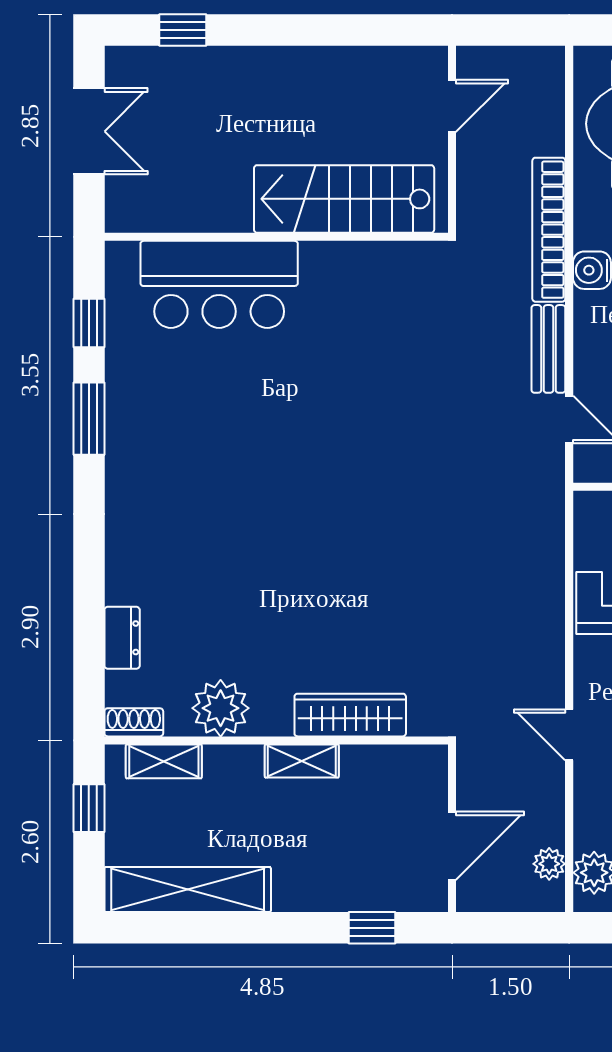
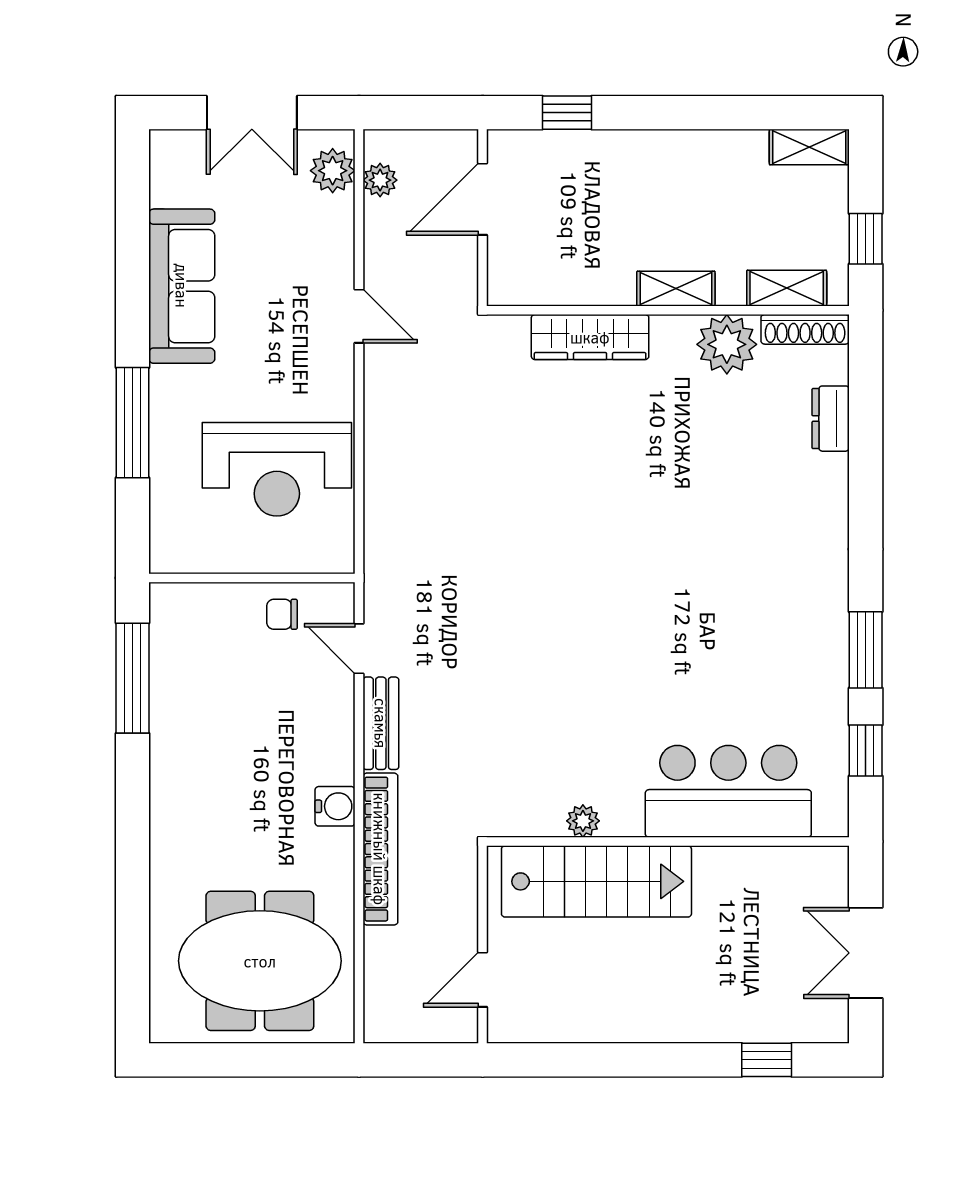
plant: (357, 256) -> (583, 821), added
shoe rack: (134, 722) -> (805, 329), width x1.43
shelving: (302, 761) -> (676, 289), moved
shelving: (188, 890) -> (809, 147), width x0.45, depth x0.75

